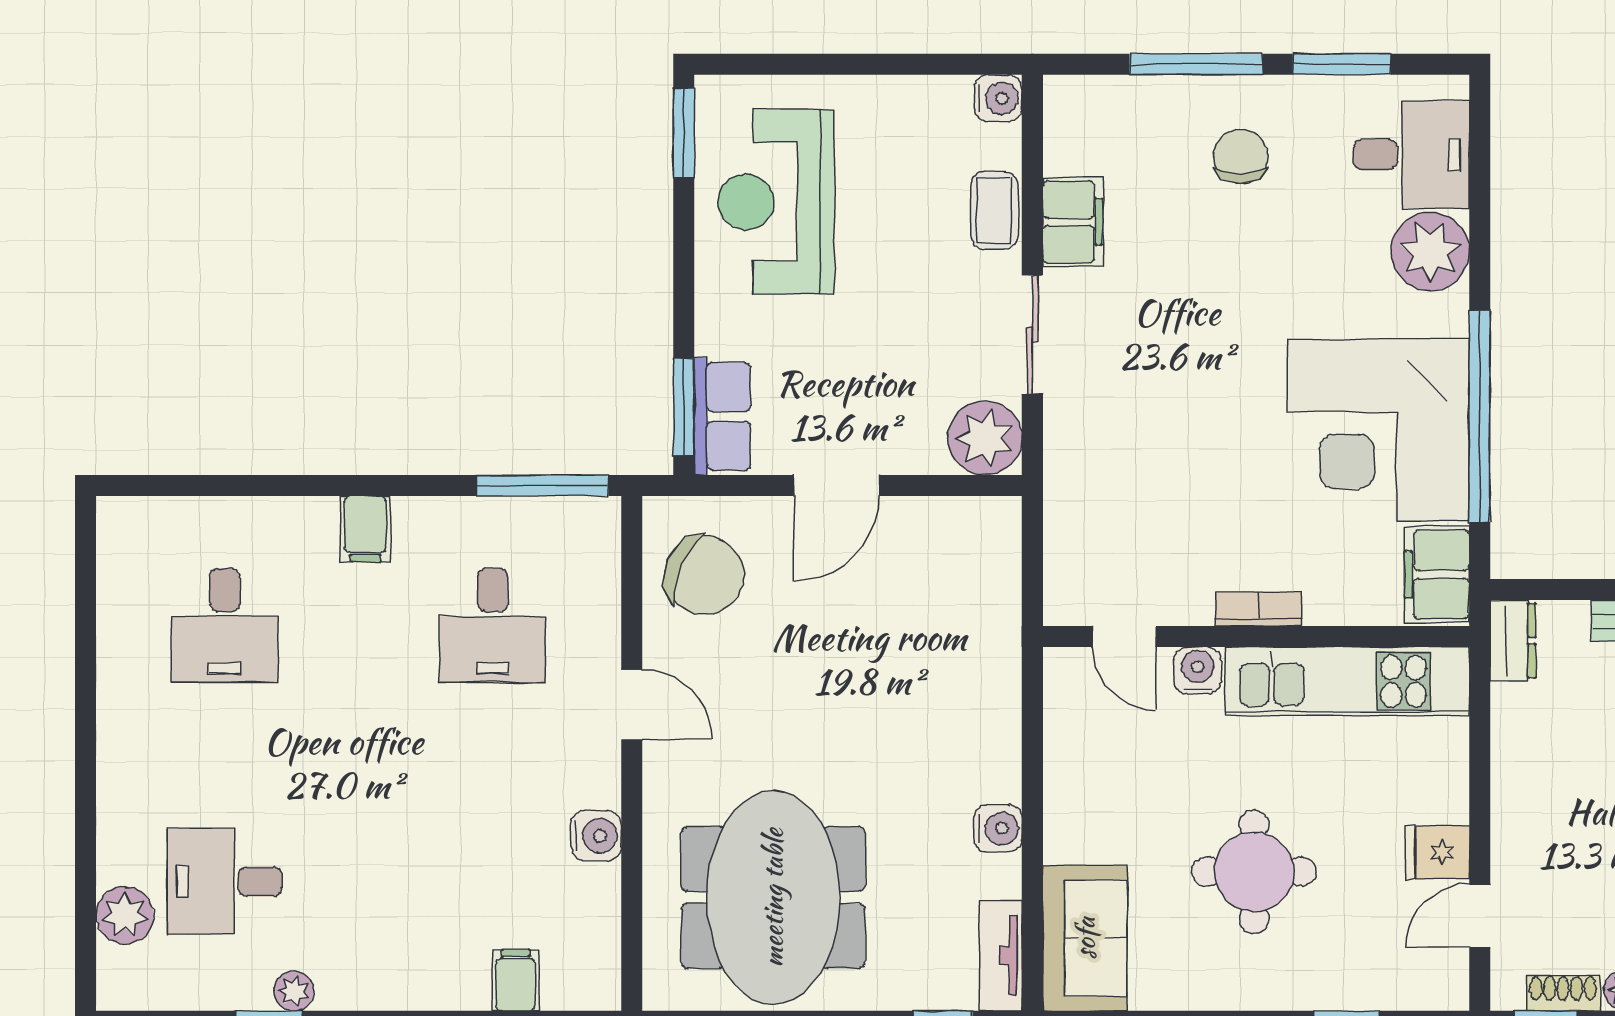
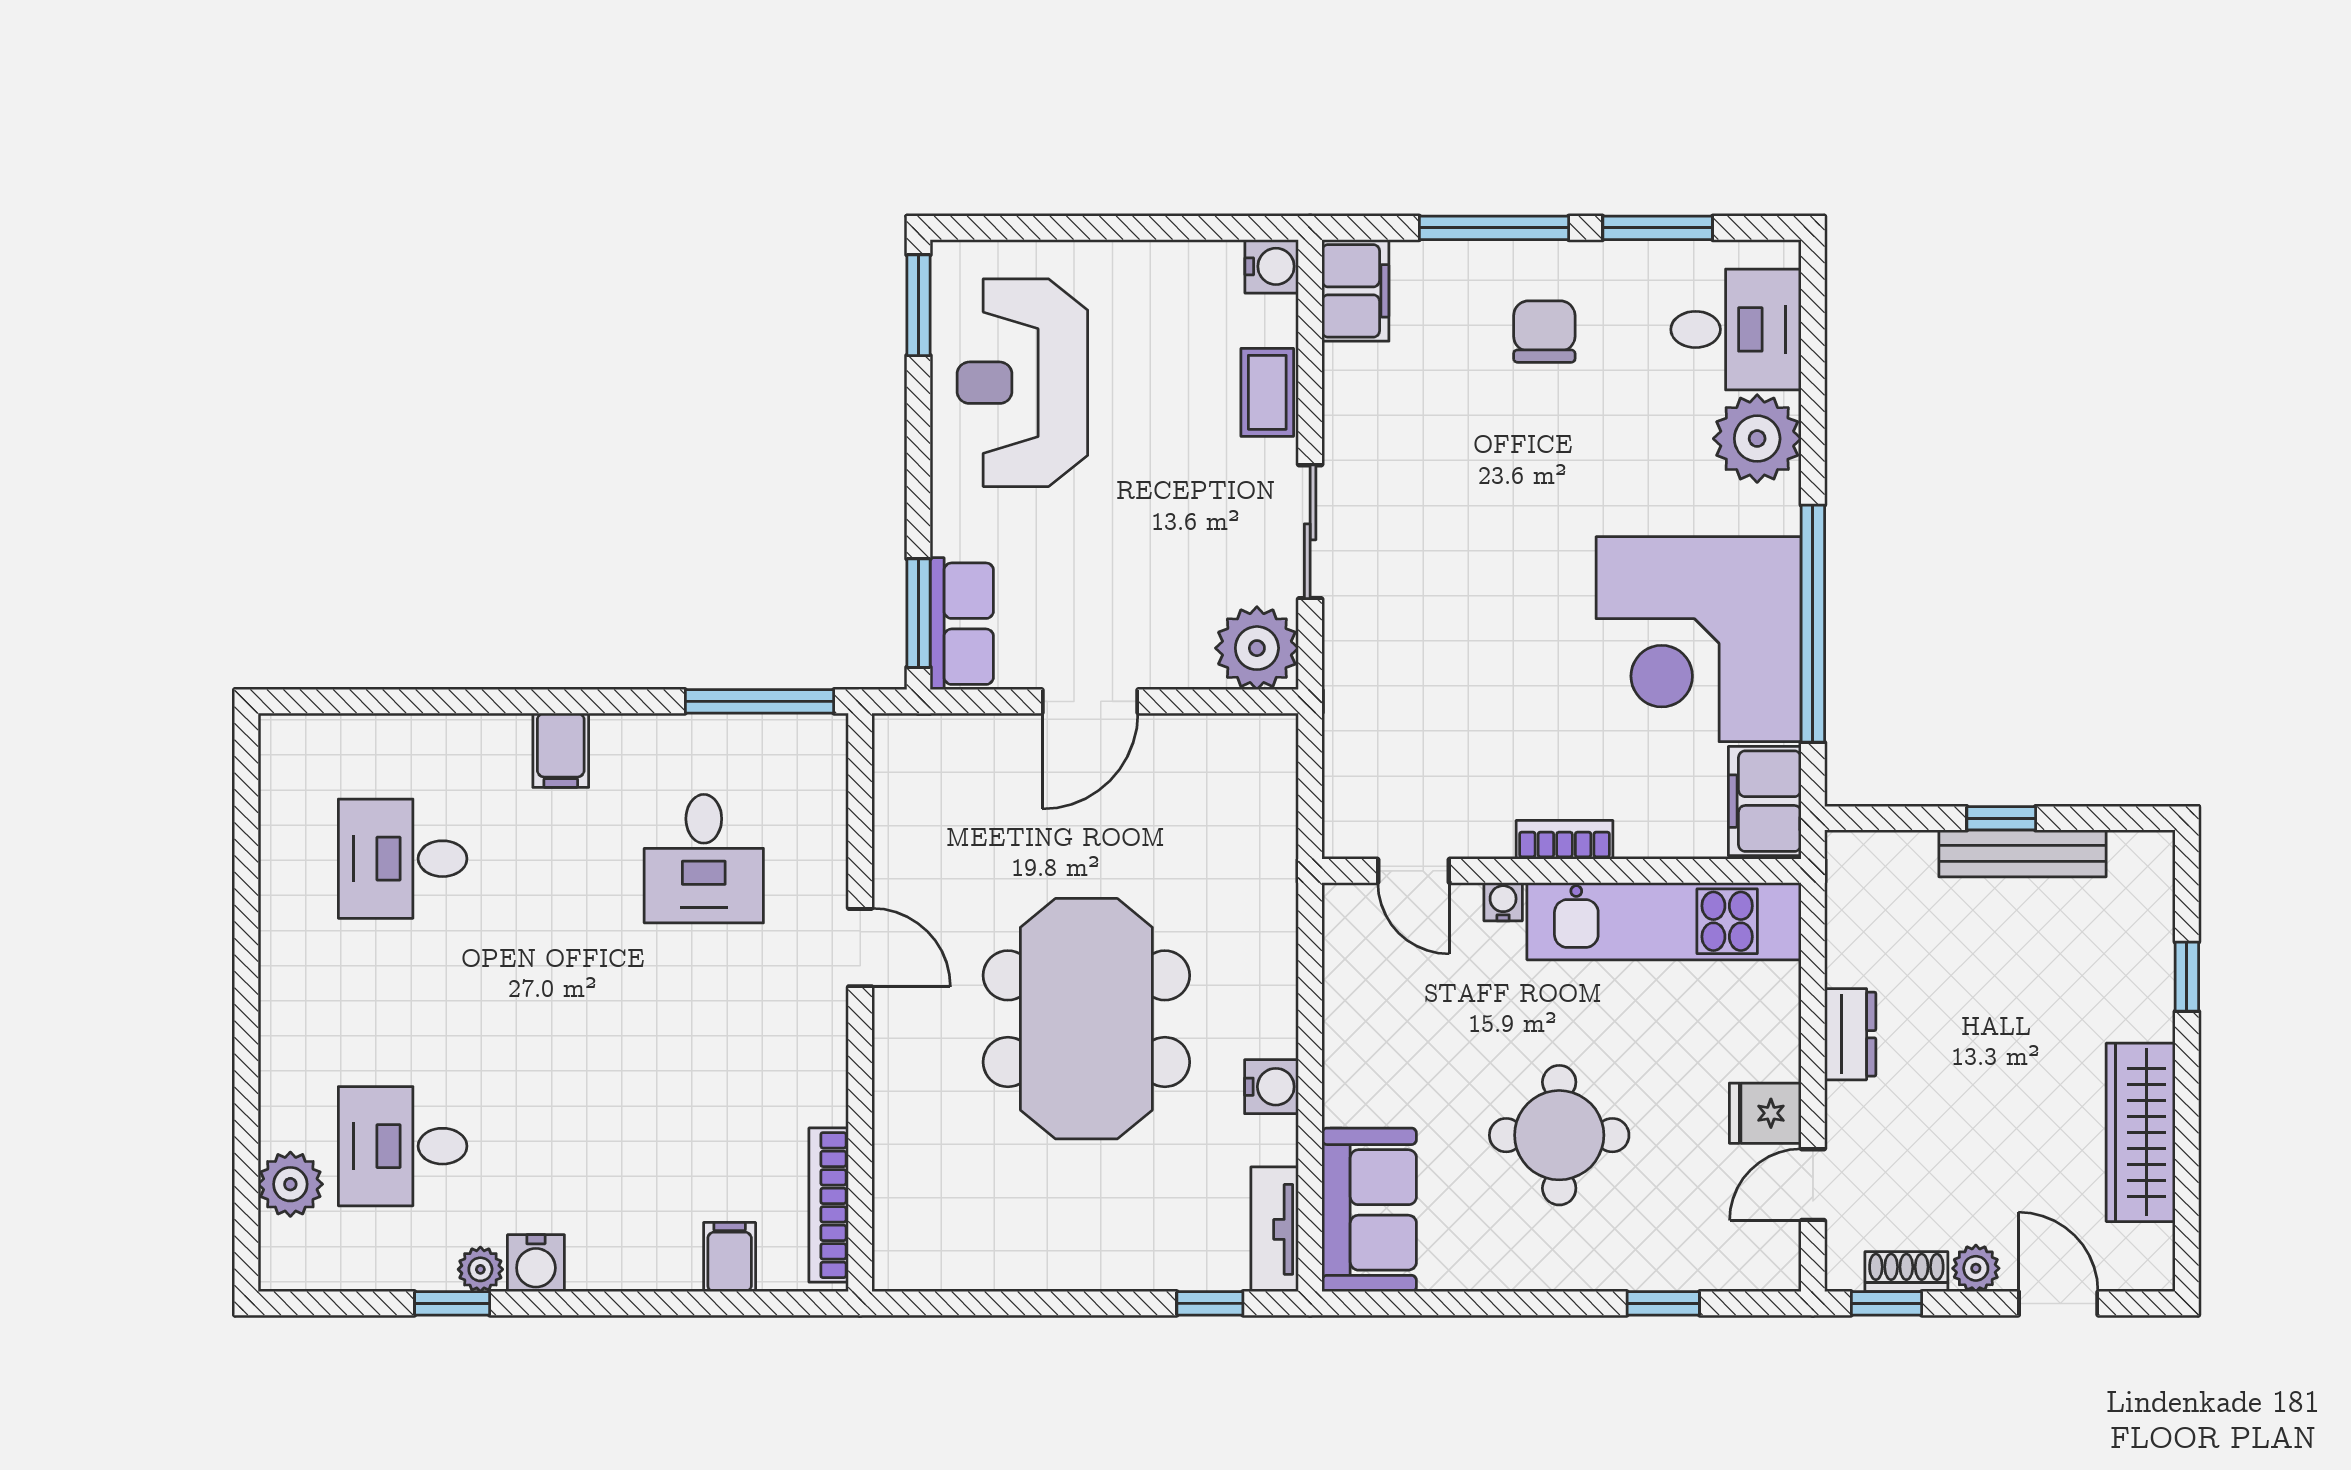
filing cabinet: (1073, 222) -> (1355, 291), moved
chair: (704, 575) -> (941, 802), removed
desk: (225, 626) -> (403, 859), turned 90
dresser: (1513, 641) -> (1850, 1034), moved
water cooler: (1198, 670) -> (1503, 902), width x0.72, depth x0.72
water cooler: (596, 836) -> (536, 1263), moved, turned 90
meeting table: (773, 898) -> (1086, 1019), moved
bookcase: (604, 934) -> (829, 1205), added

